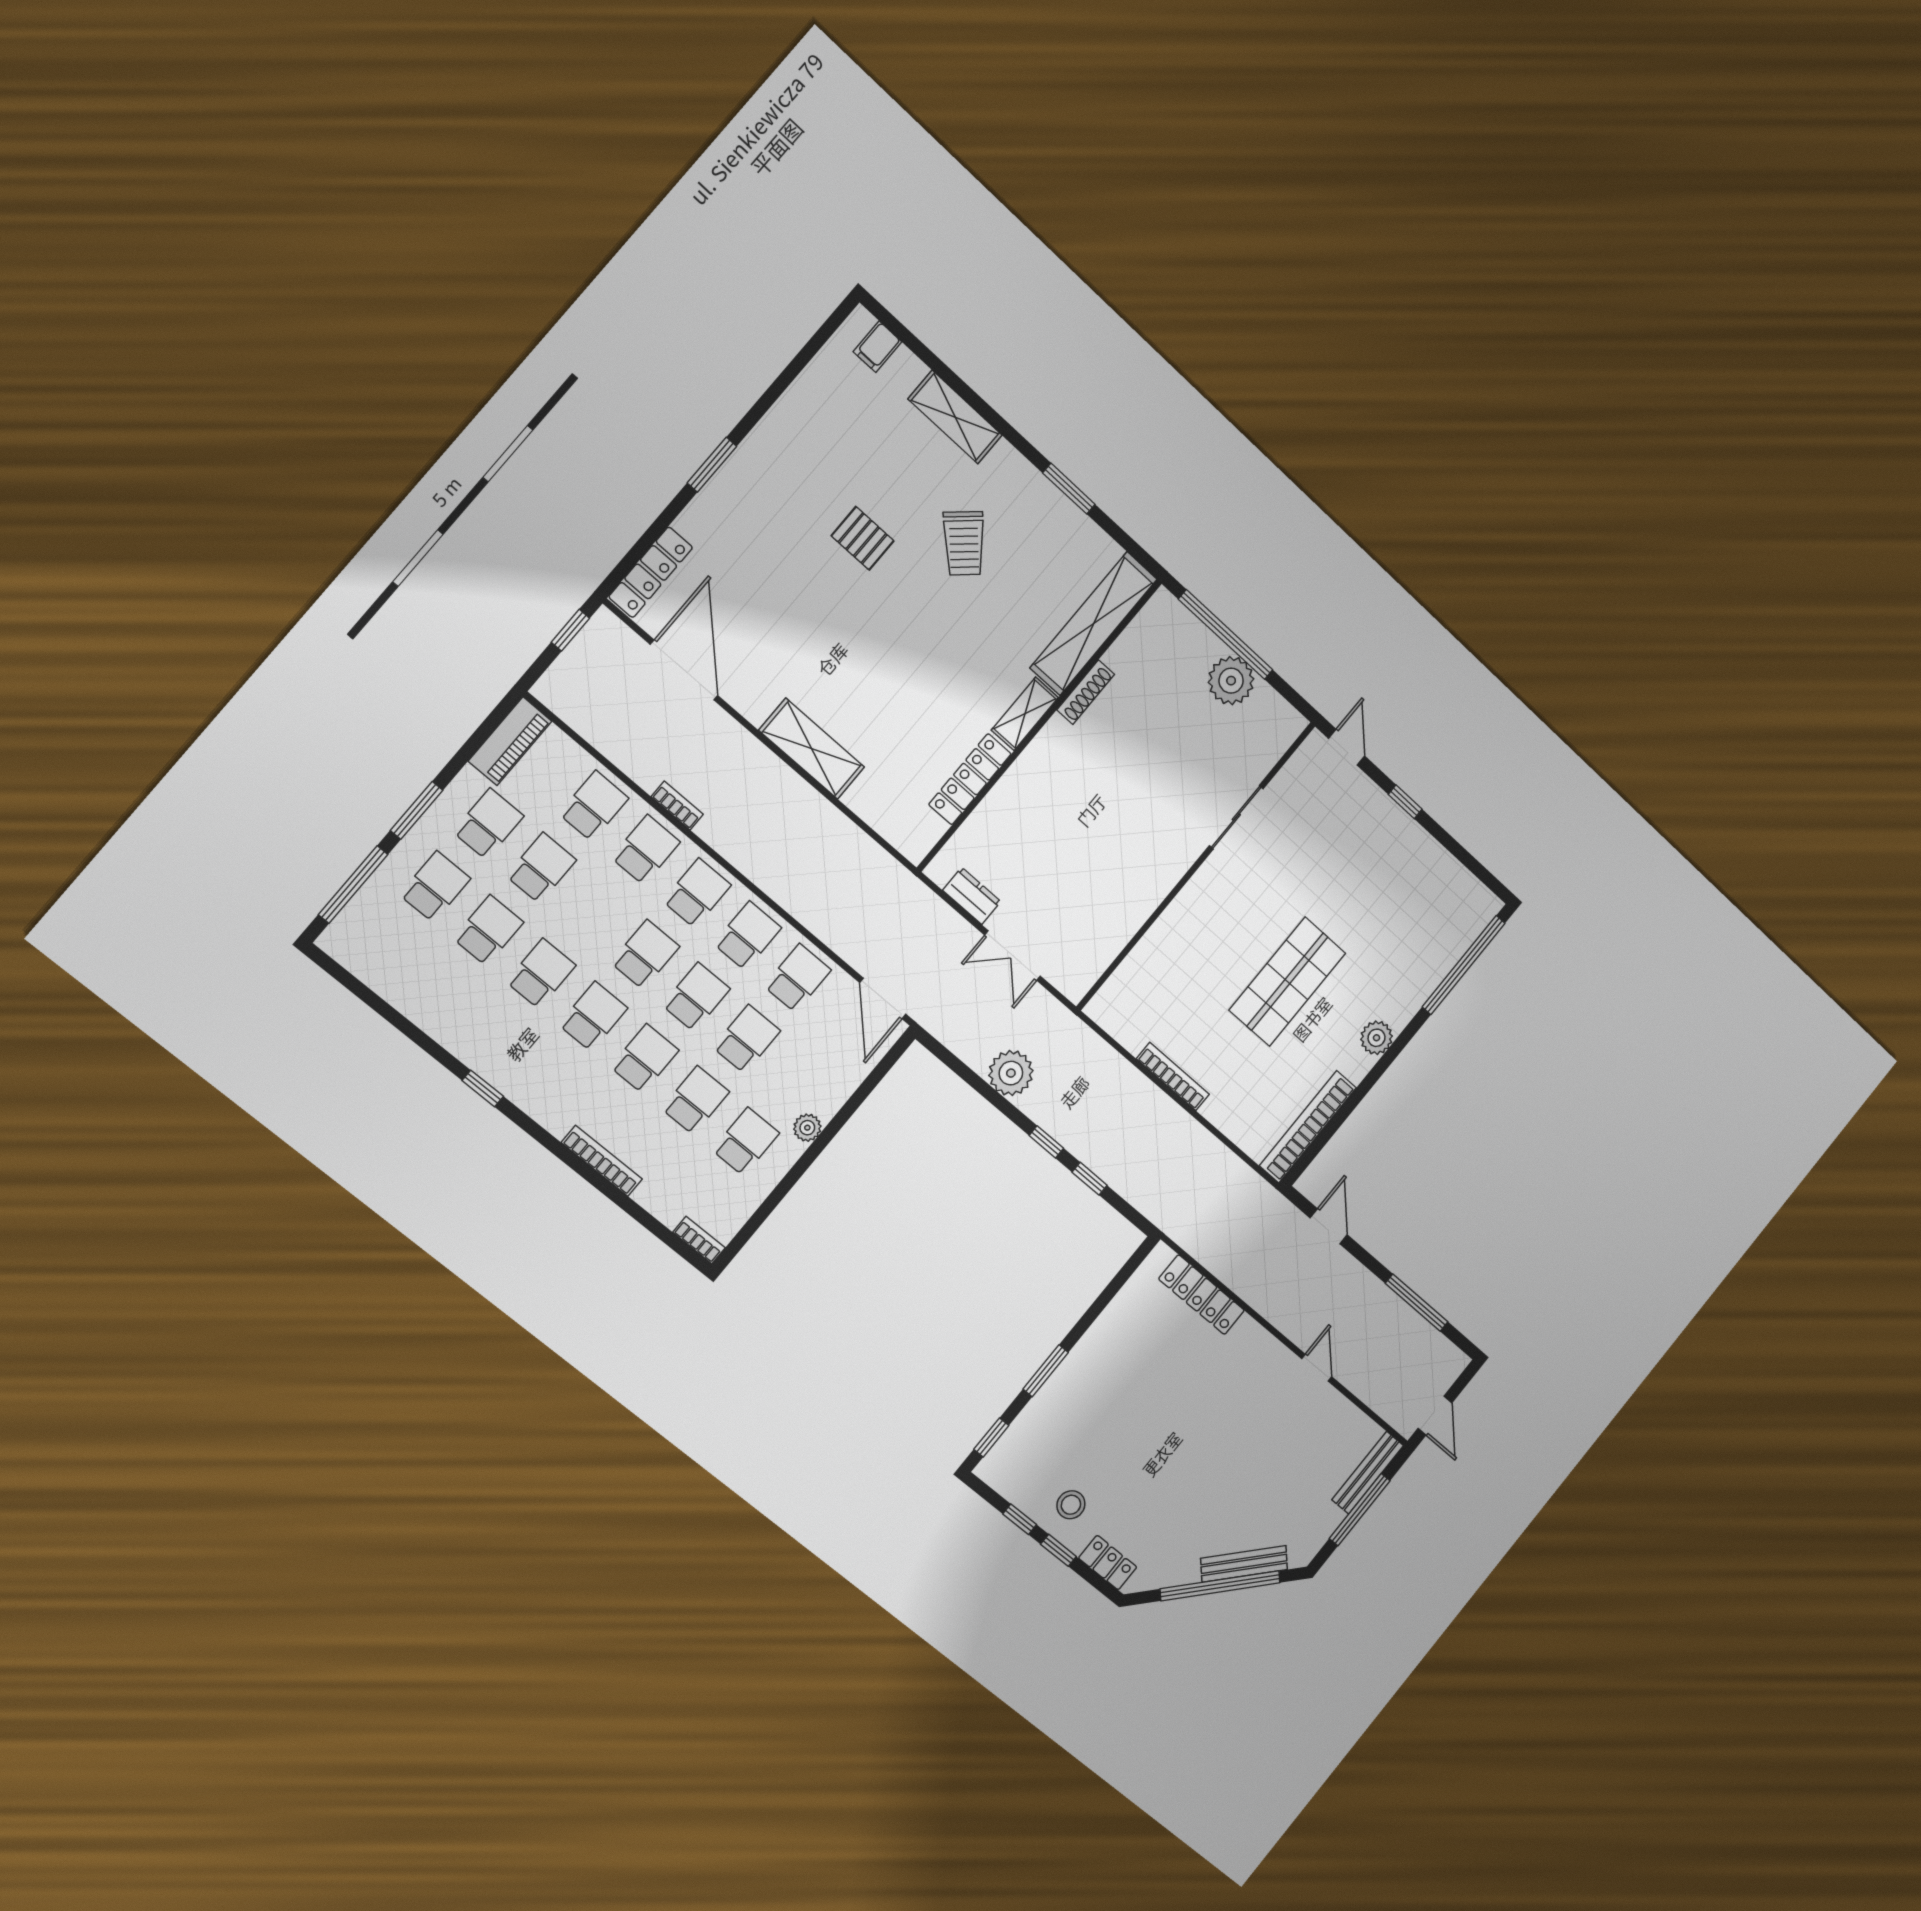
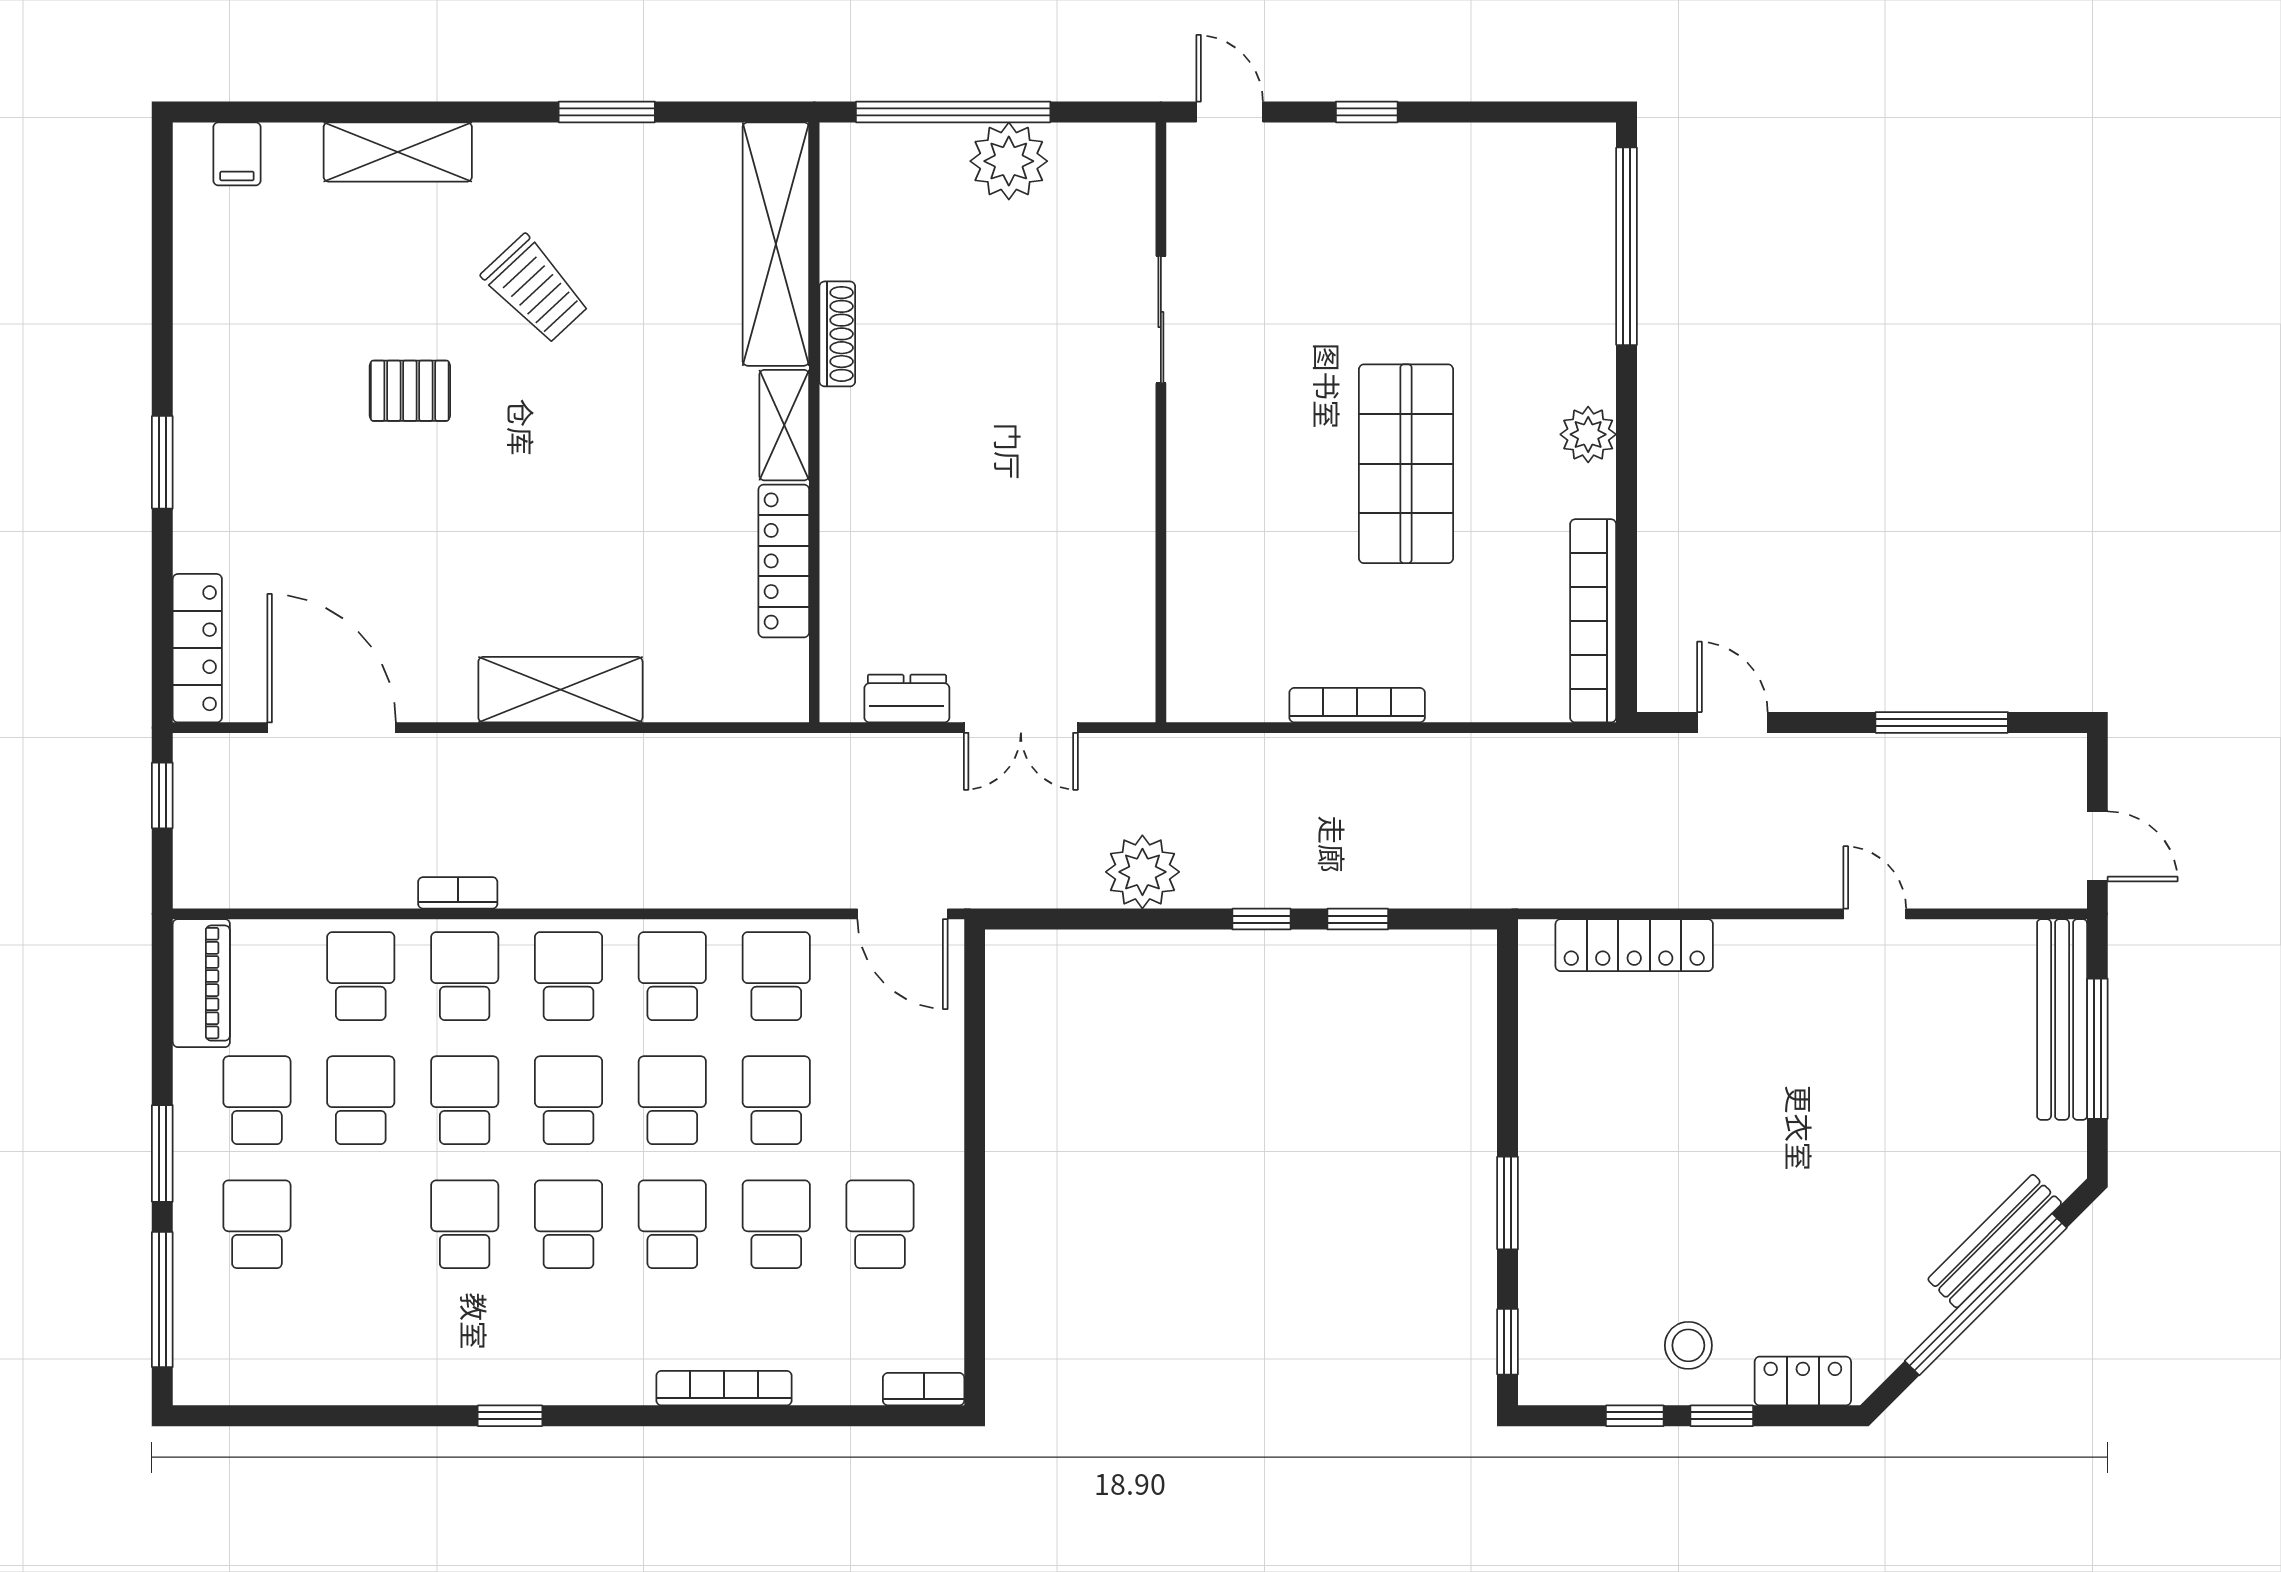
school desk: (488, 930) -> (465, 1100), moved
plant: (807, 1128) -> (942, 1146), removed
bench: (1368, 1473) -> (2062, 1020), width x1.37, depth x1.21

